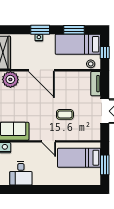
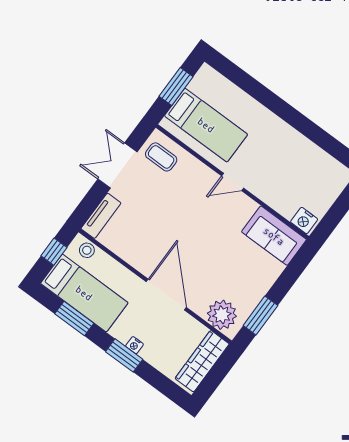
coffee table: (65, 114) -> (161, 157), moved
door: (49, 141) -> (233, 182), swing flipped
desk: (21, 173) -> (308, 165), removed

